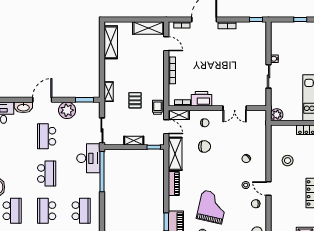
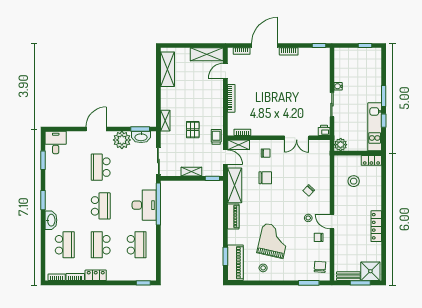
door: (166, 44) -> (225, 71), swing flipped
printer: (202, 99) -> (324, 130), moved, width x0.53, depth x0.68
washbasin: (23, 107) -> (141, 137), moved
desk: (88, 158) -> (144, 205), moved
stool: (288, 161) -> (354, 181), moved

